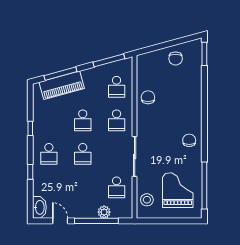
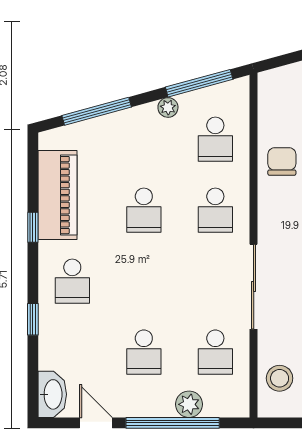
plant: (94, 72) -> (168, 107), added
piano: (62, 85) -> (57, 195), moved, turned -75
school desk: (83, 154) -> (144, 352), moved

